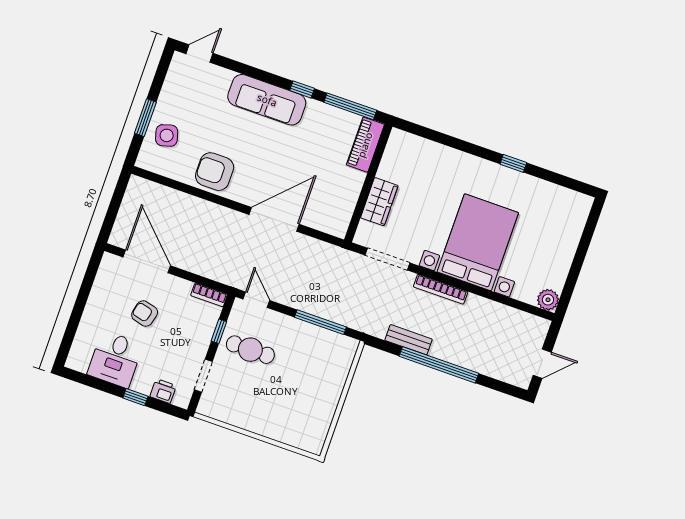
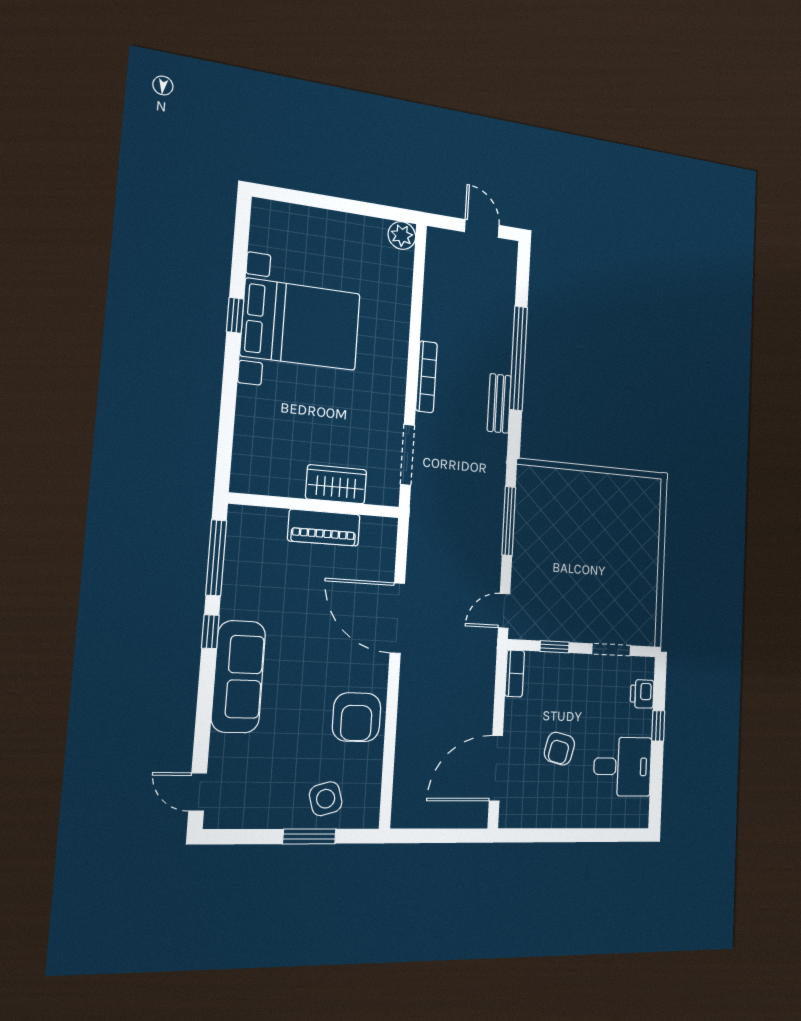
piano: (365, 145) -> (324, 528), moved
bed with nightstands: (478, 242) -> (301, 324), moved, turned 180
cafe table: (250, 350) -> (565, 600), removed

